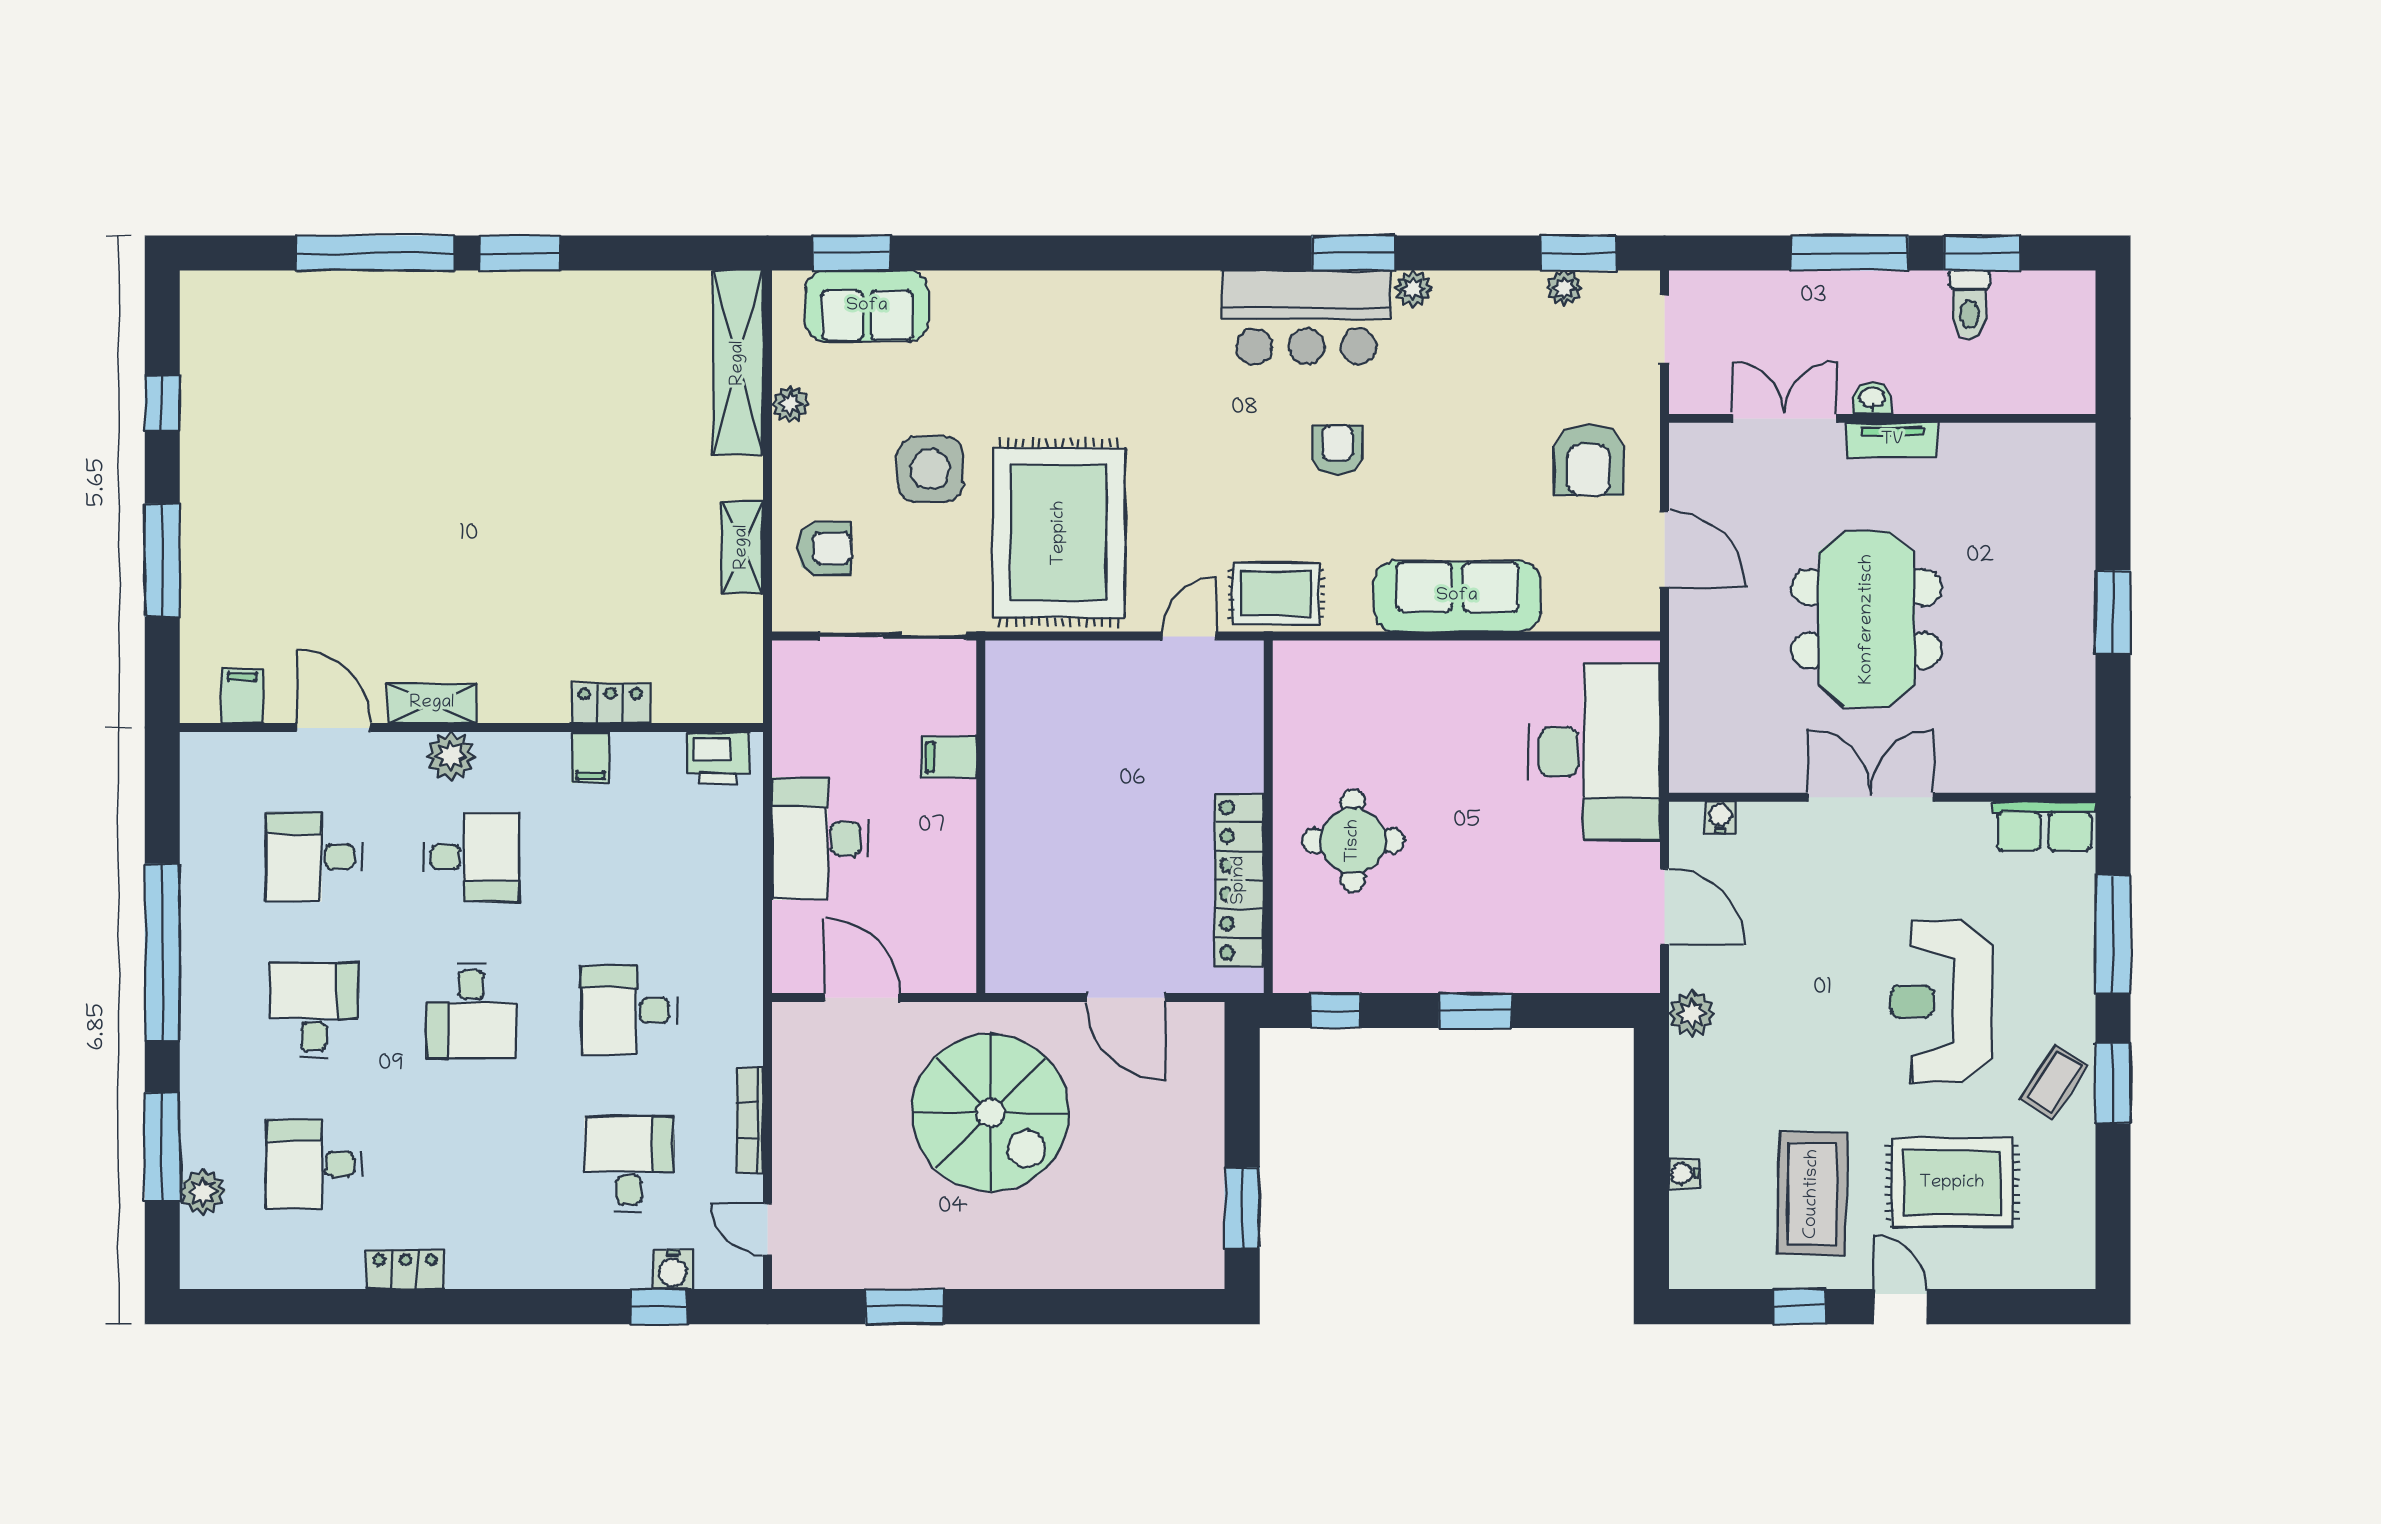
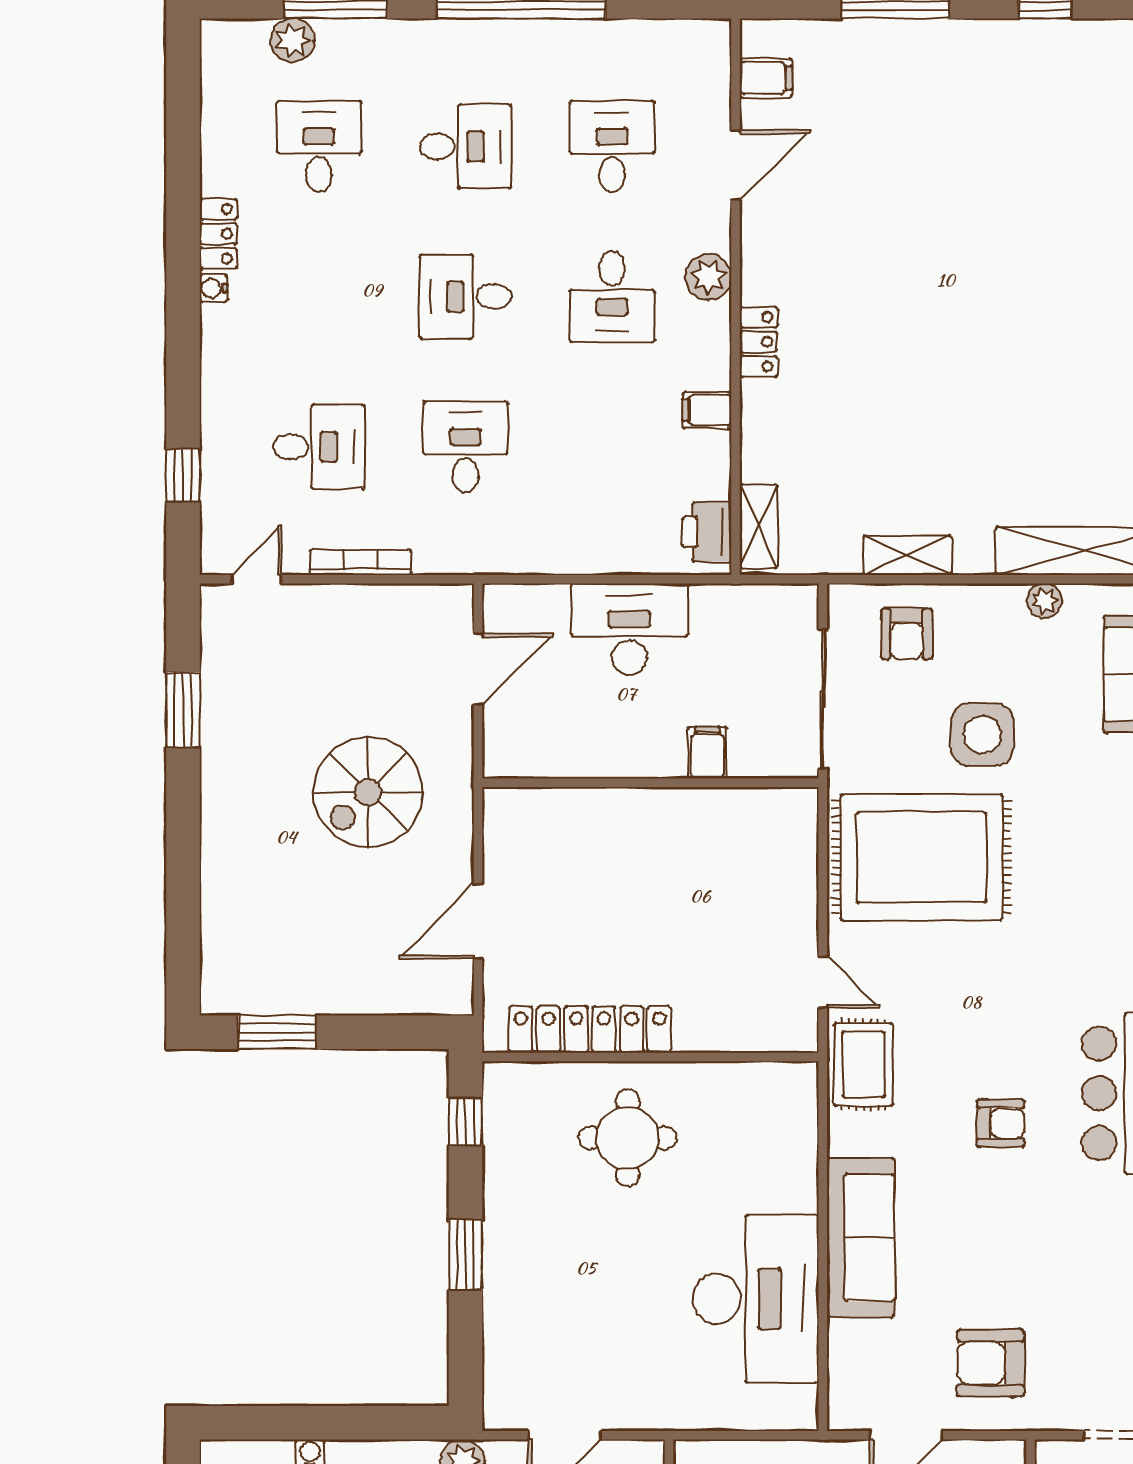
shelving: (432, 703) -> (759, 526), moved
locker: (610, 703) -> (759, 342), moved
desk: (1594, 752) -> (756, 1299), moved, turned -90
spiral stairs: (990, 1113) -> (368, 792), width x0.73, depth x0.73
water cooler: (673, 1269) -> (213, 288), moved, width x0.72, depth x0.72

